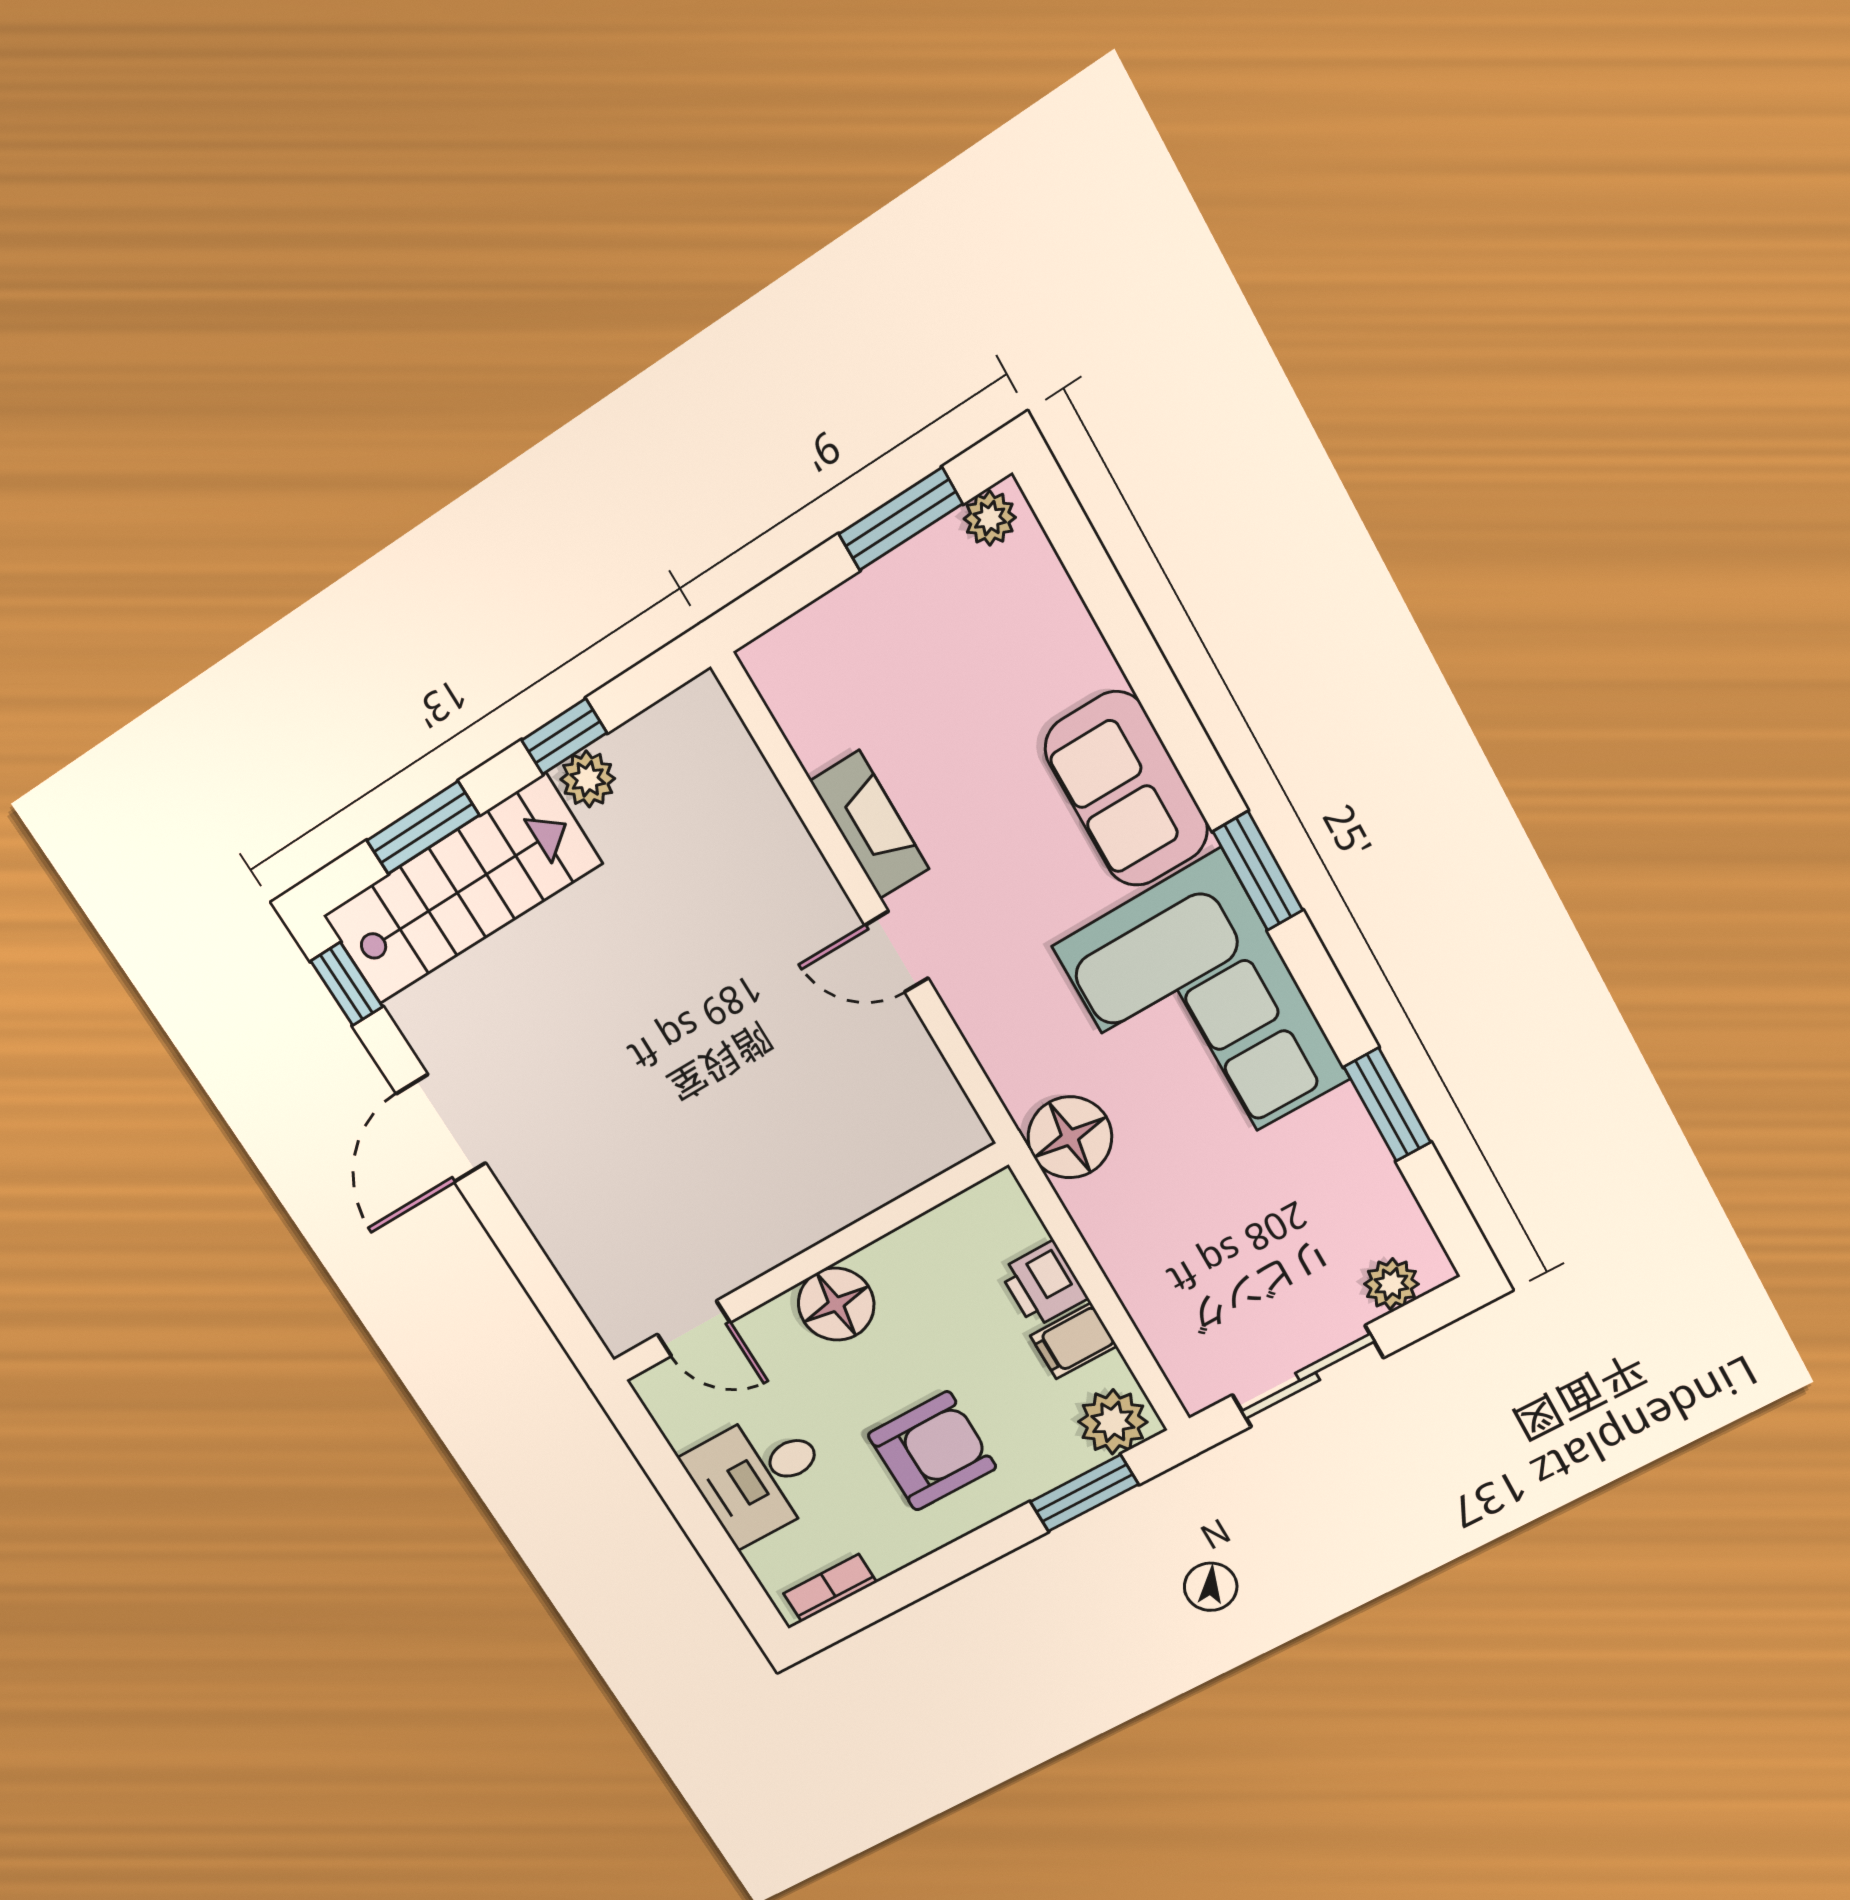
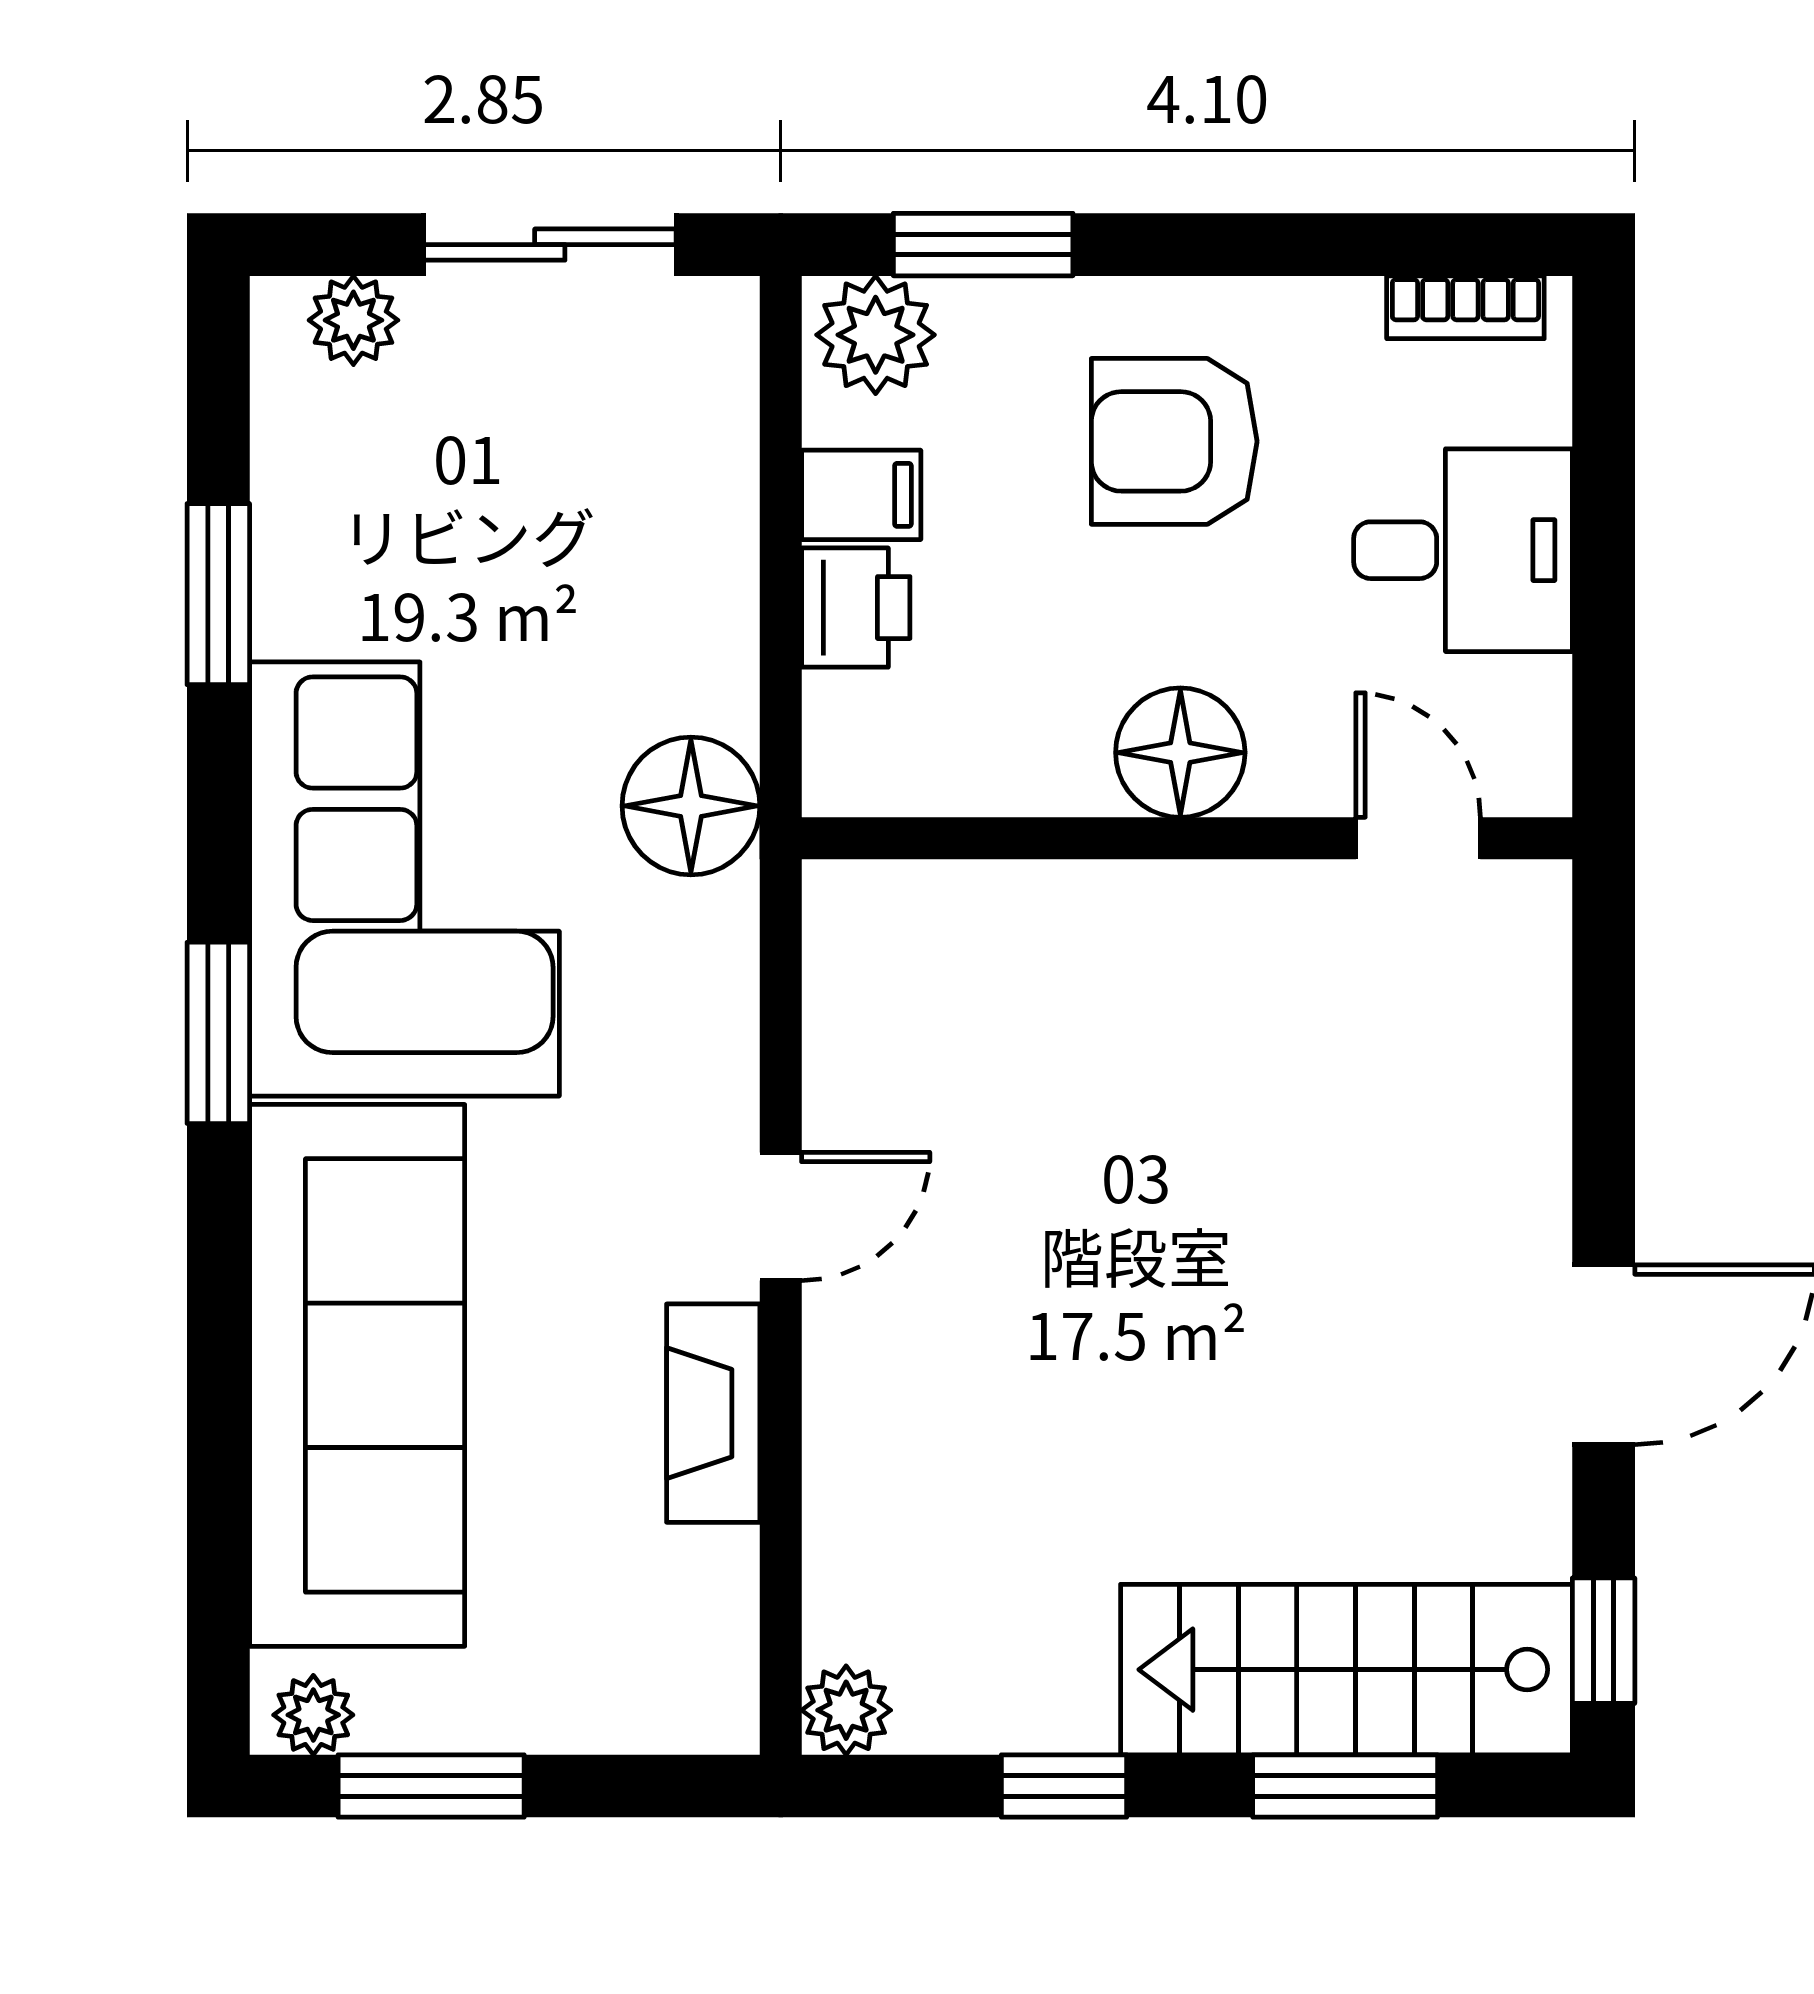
plant: (588, 779) -> (846, 1710), moved
sofa: (1126, 789) -> (357, 1375), width x1.85, depth x1.27
door: (897, 952) -> (781, 1216), hinge flipped

